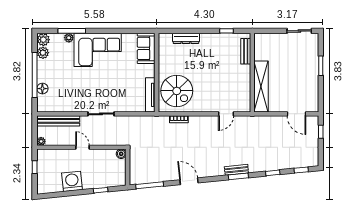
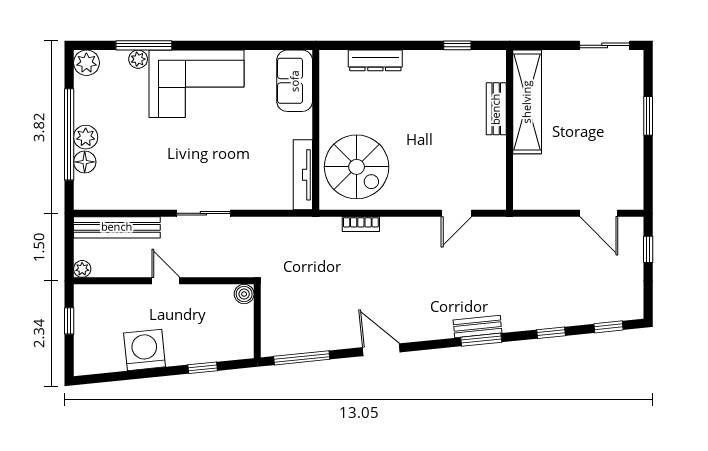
bench: (246, 51) -> (496, 109), moved
plant: (43, 53) -> (86, 137), moved
shelving: (261, 87) -> (527, 102), moved

